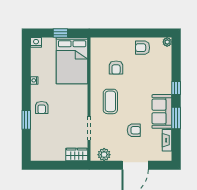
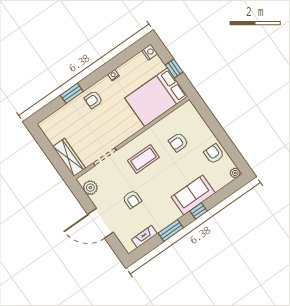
sofa: (162, 111) -> (193, 195), moved
wardrobe: (77, 155) -> (69, 157), width x1.50

